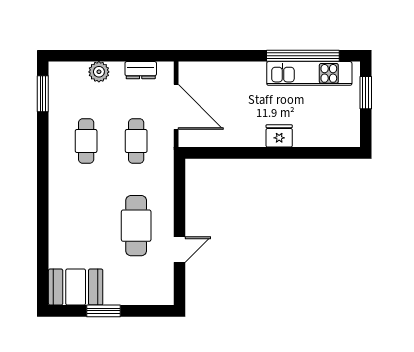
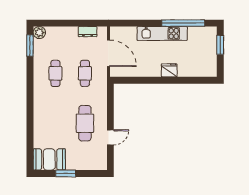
plant: (99, 72) -> (39, 33), moved
kitchen unit: (309, 73) -> (162, 33), moved

